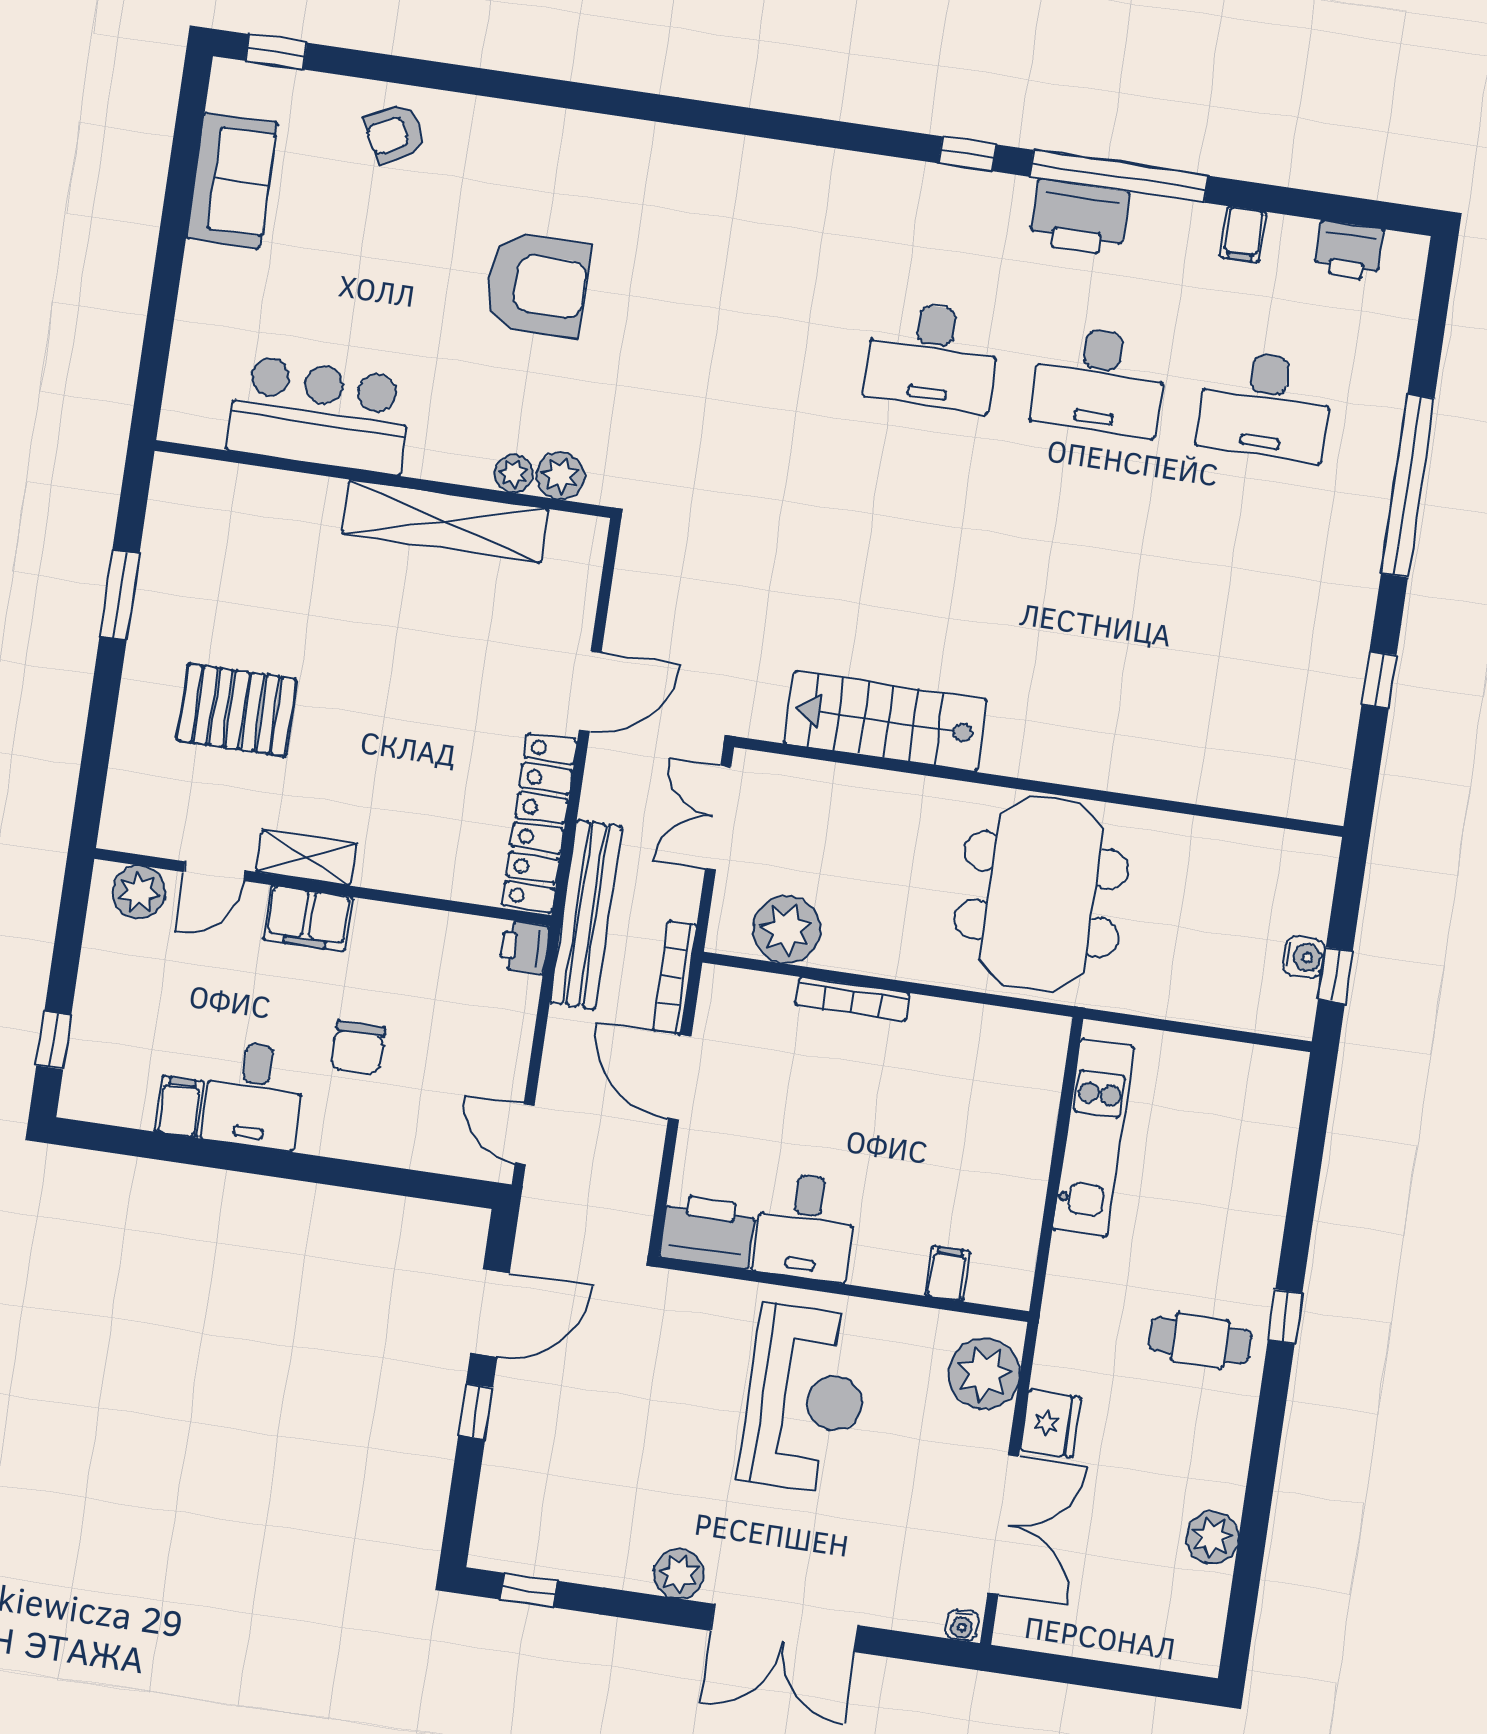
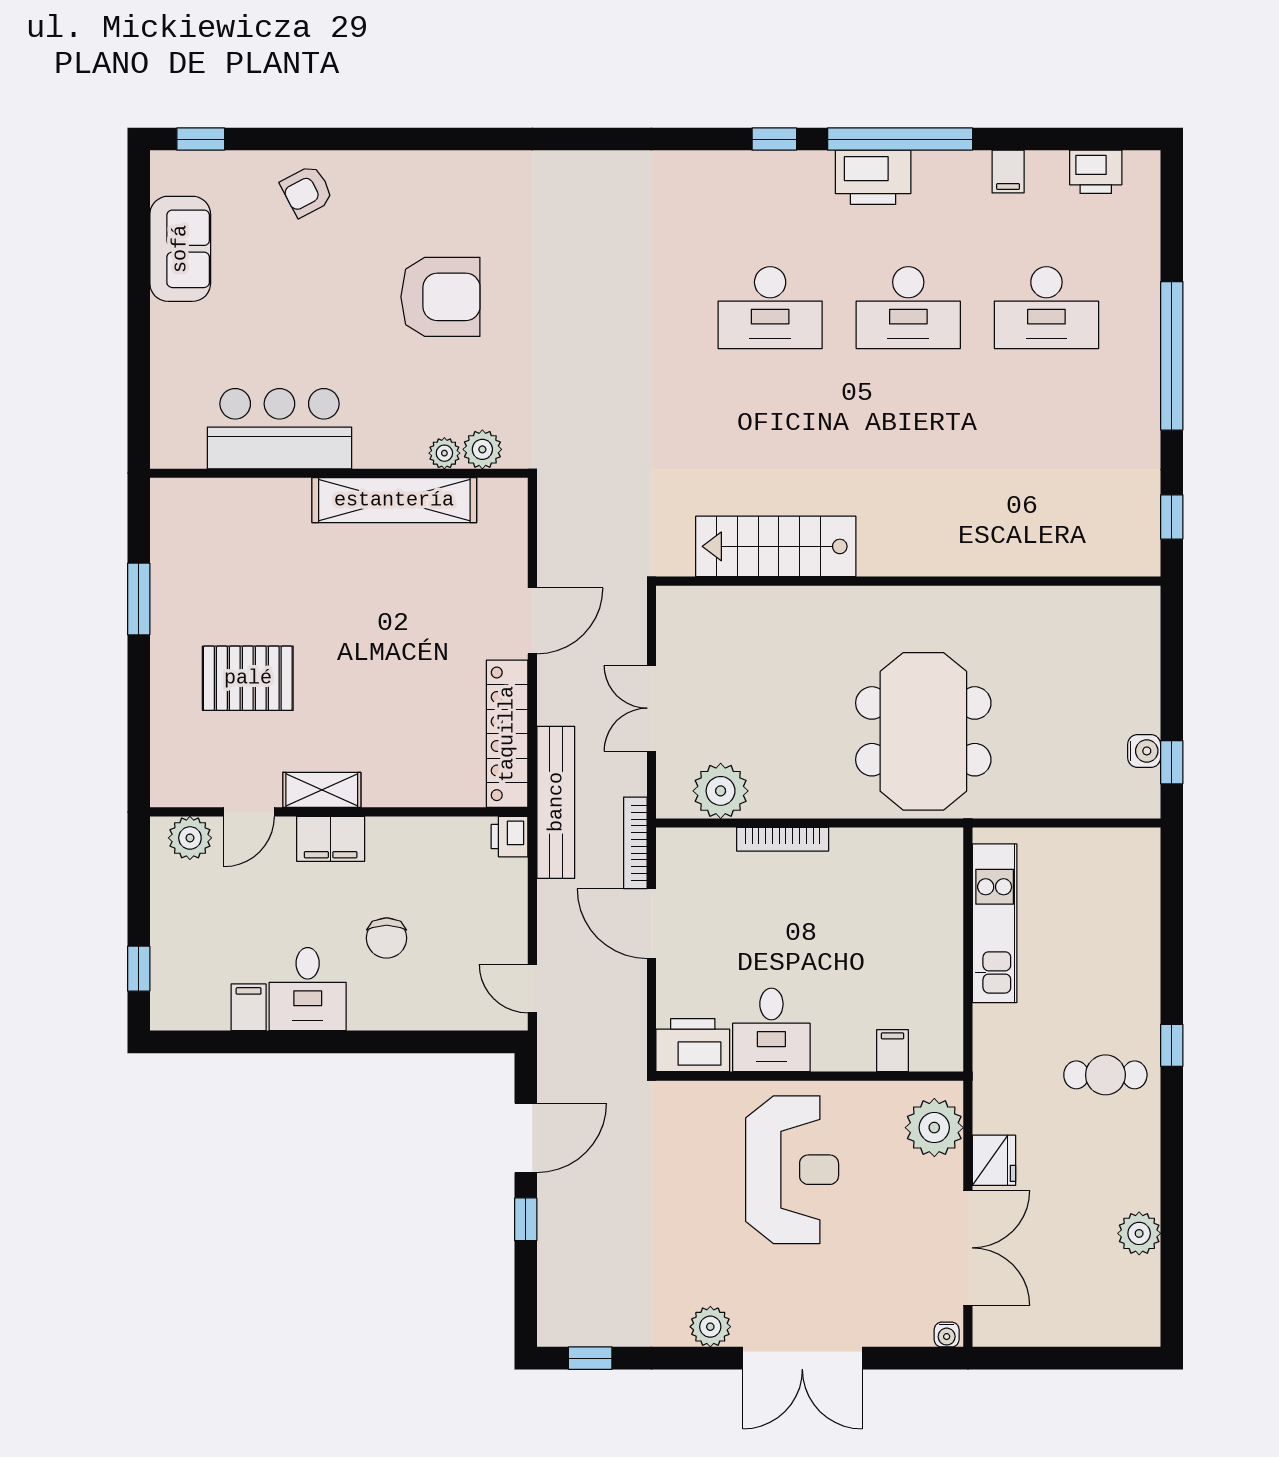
stairs: (885, 721) -> (776, 546), moved
wall: (1039, 787) -> (908, 581), moved

